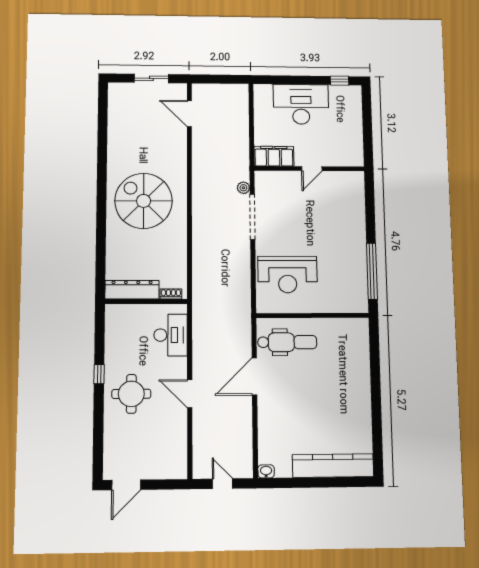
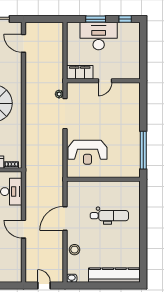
window: (296, 80) -> (96, 19), added
dental chair: (287, 342) -> (109, 216), moved
stool: (270, 425) -> (74, 250), added

